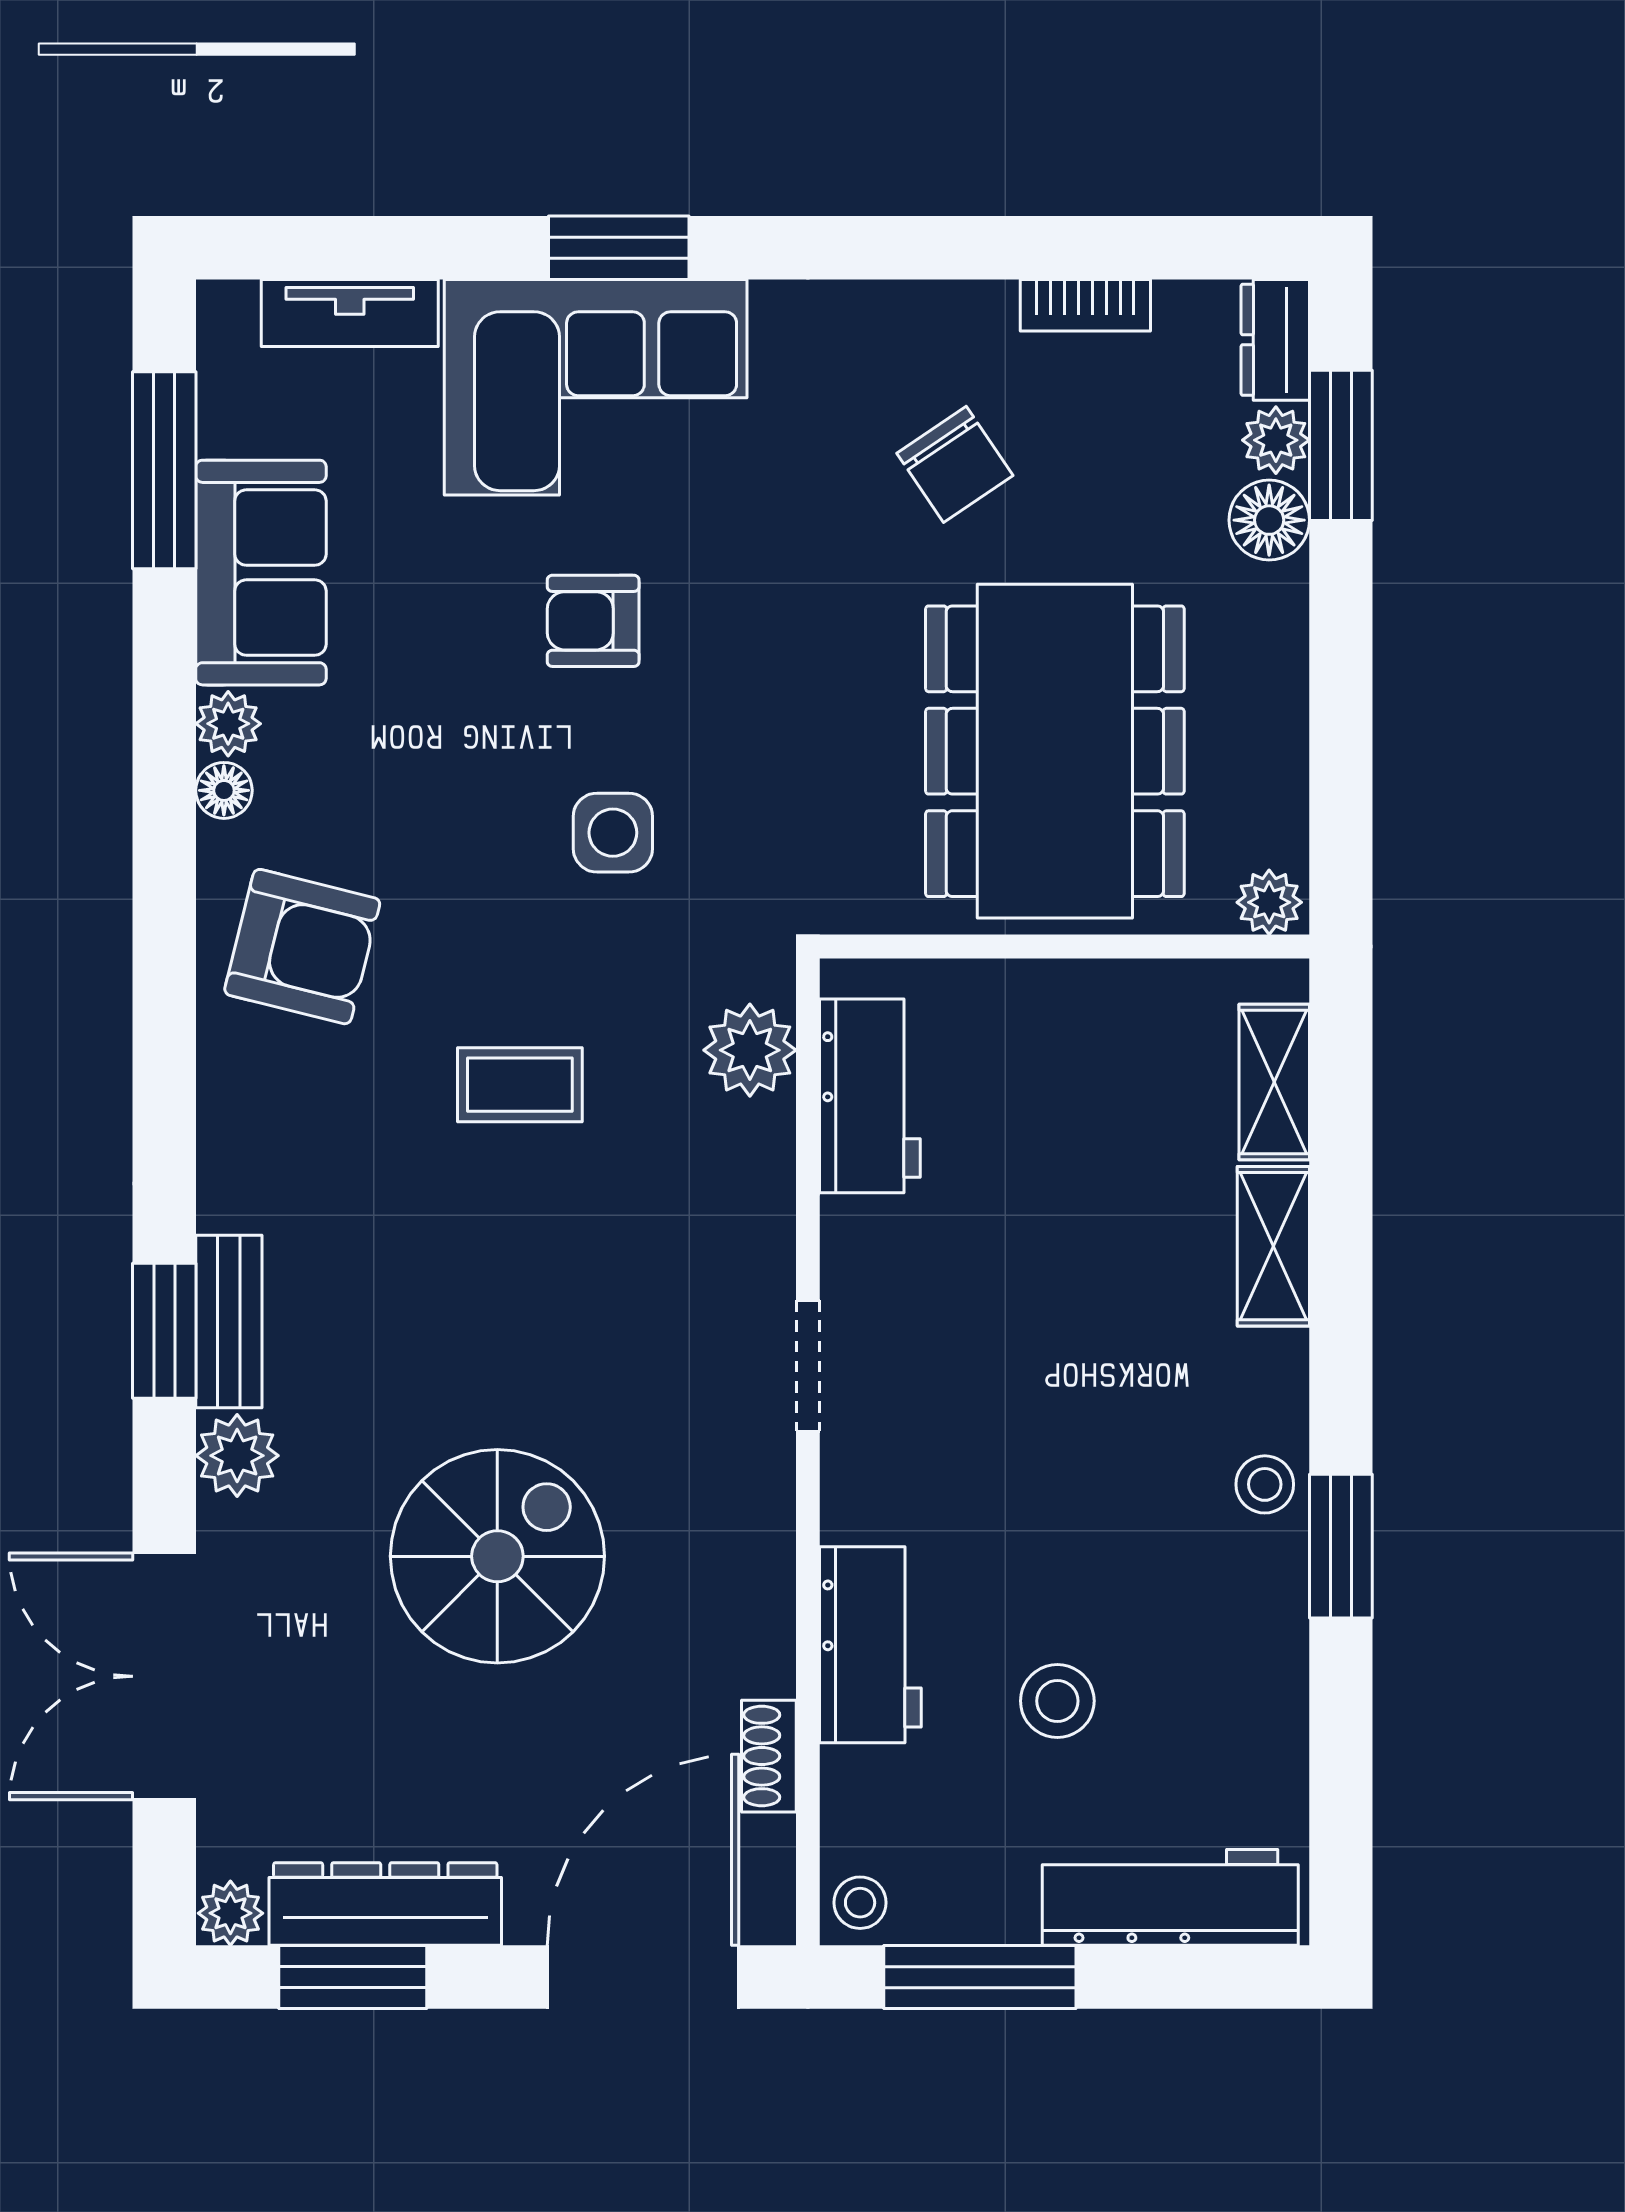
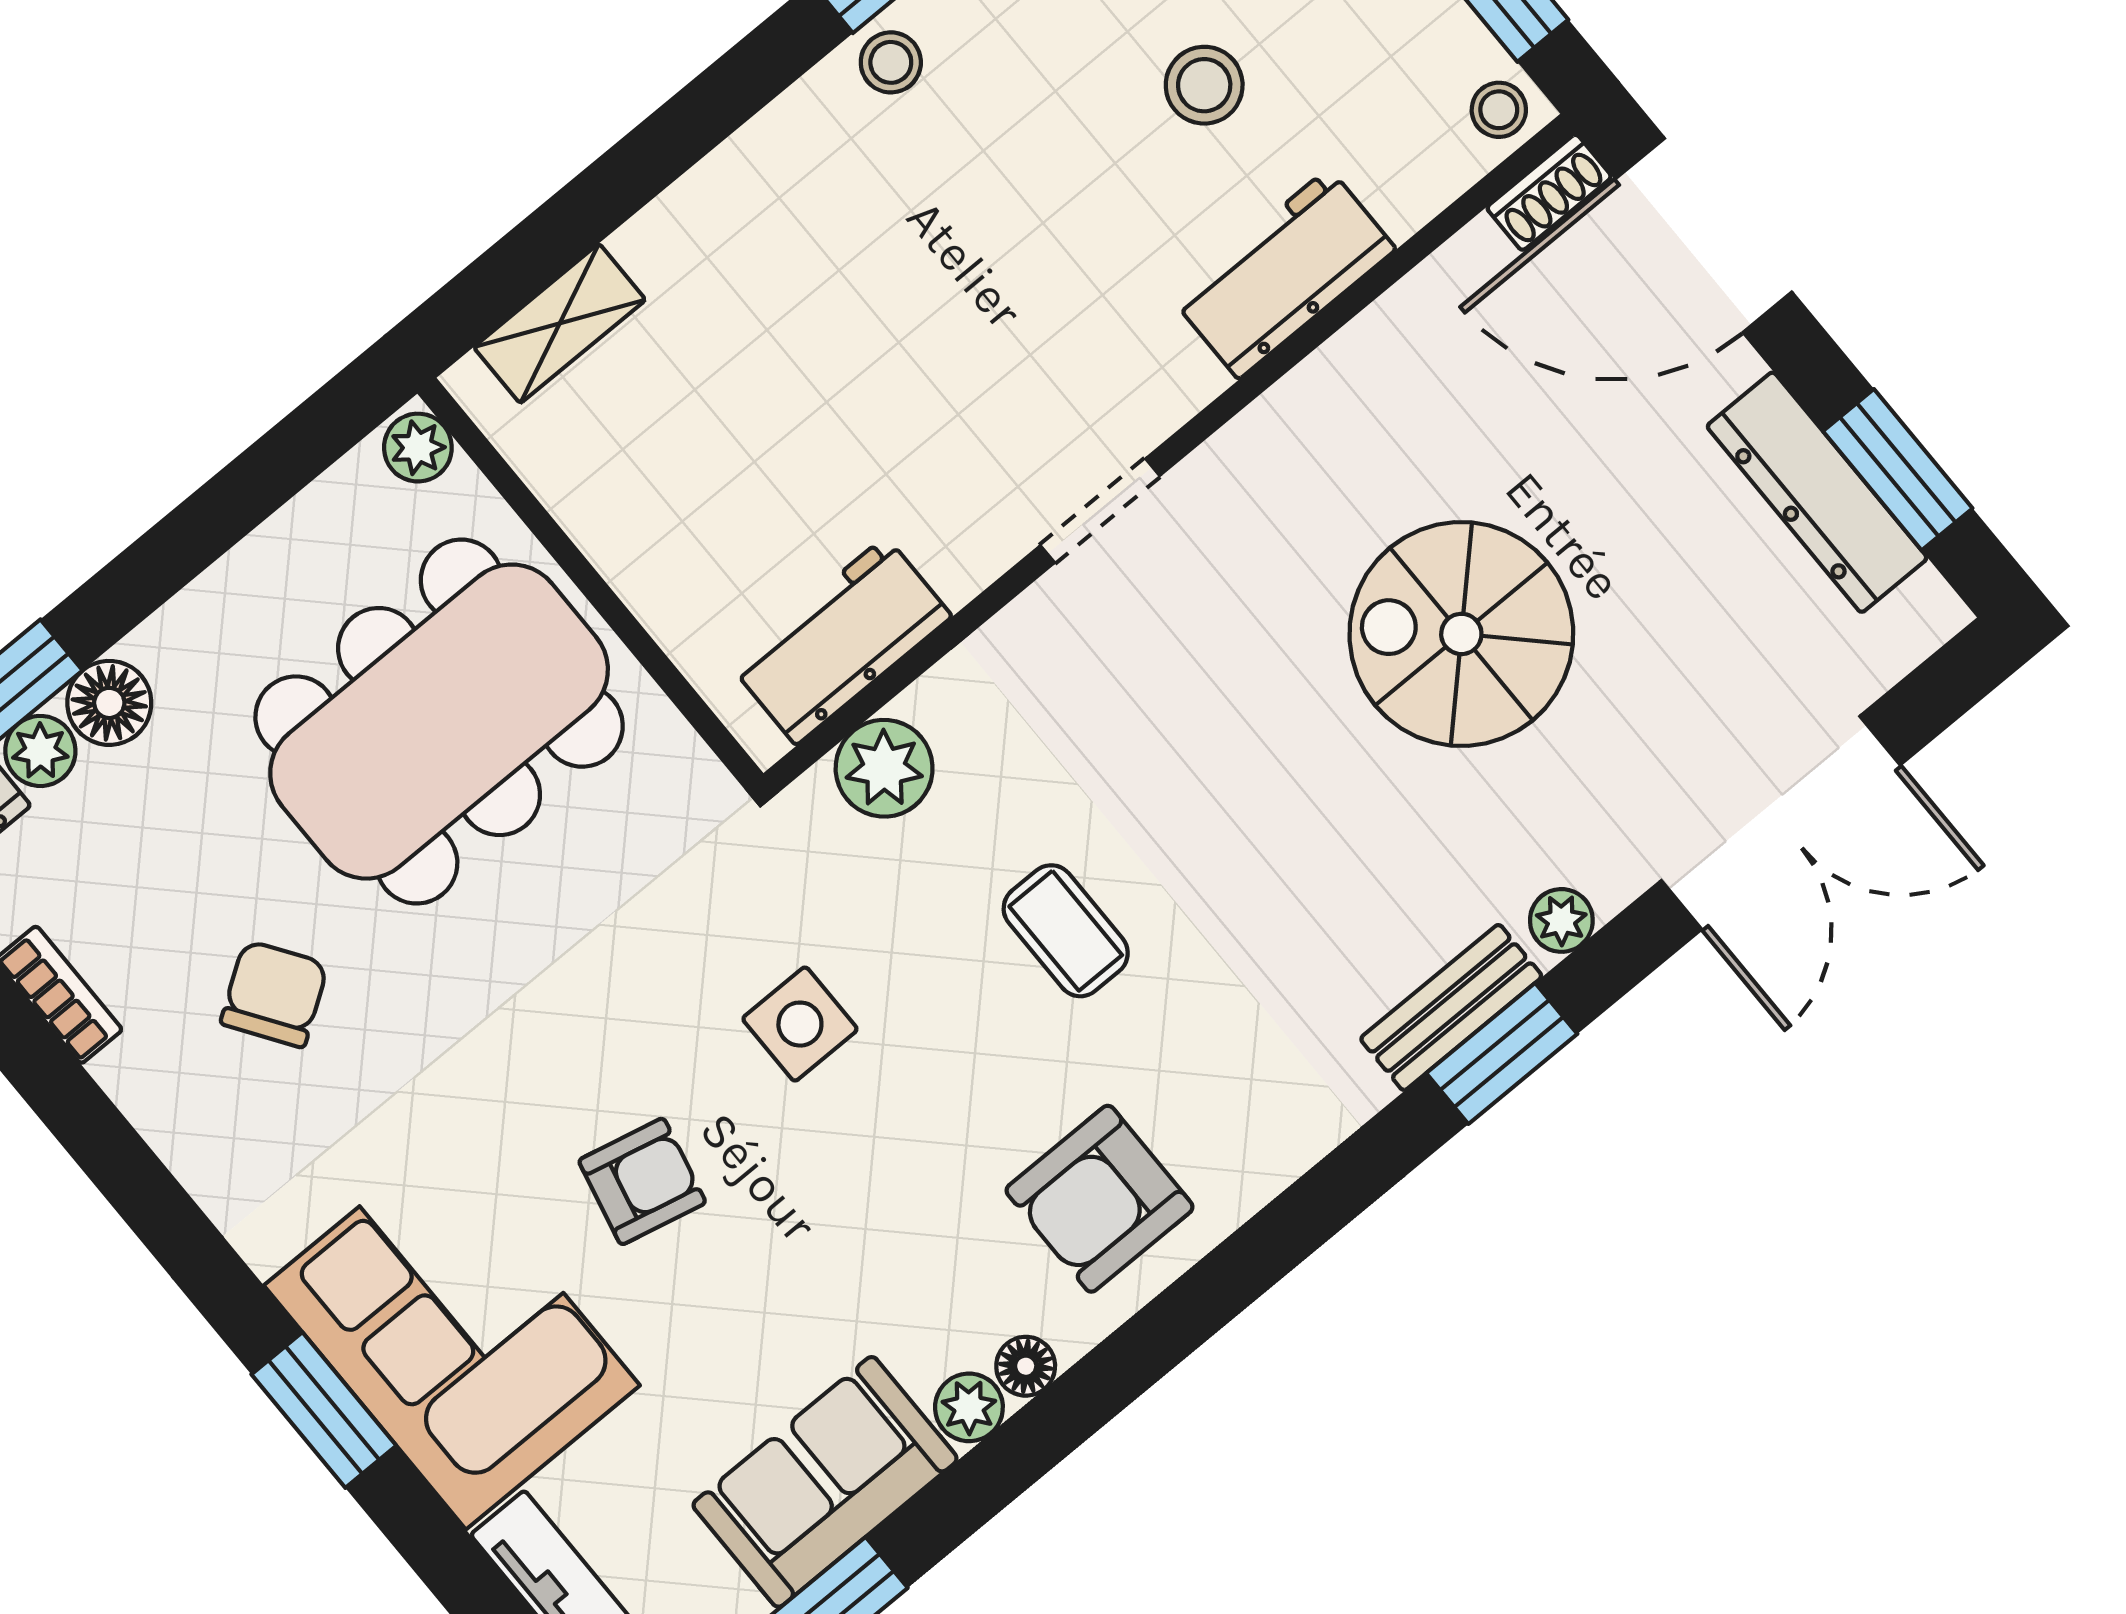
armchair: (593, 621) -> (642, 1181), turned -77
armchair: (302, 947) -> (1100, 1199), turned -104
shelving: (1273, 1246) -> (693, 215), removed
plant: (237, 1456) -> (1561, 920), width x0.73, depth x0.73
shoe rack: (769, 1756) -> (1549, 192), moved
plant: (230, 1913) -> (1928, 611), removed

